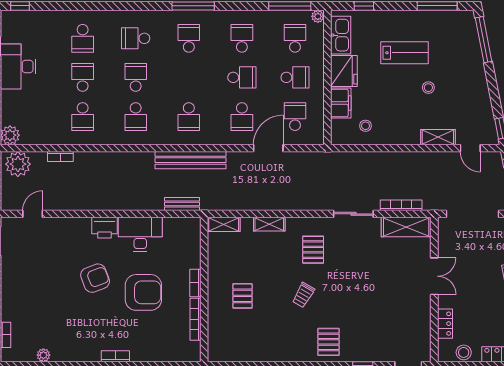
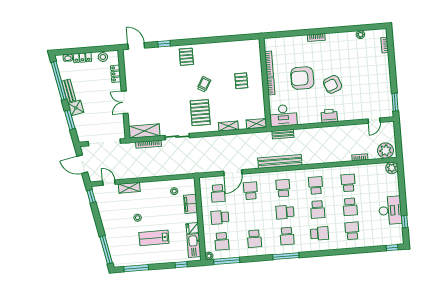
fridge: (344, 71) -> (193, 228), width x0.53, depth x0.75
school desk: (242, 77) -> (285, 212), moved
desk: (140, 234) -> (283, 115), moved
pallet: (313, 250) -> (200, 113), width x1.50, depth x1.42

